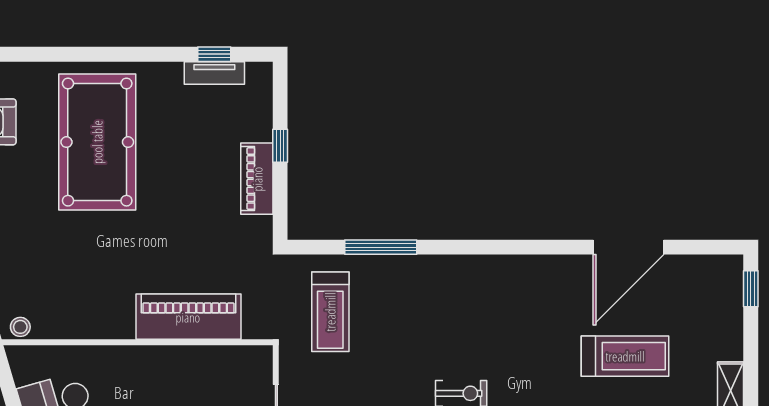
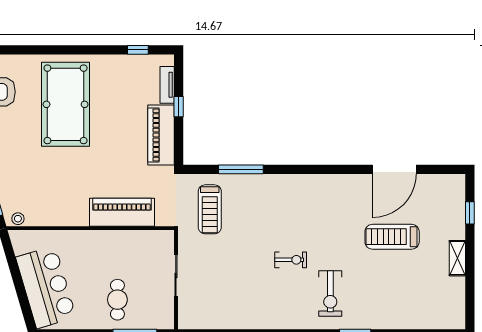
tv unit: (214, 73) -> (167, 85), moved, turned 90
piano: (257, 179) -> (161, 135), width x1.37, depth x1.33
window: (751, 289) -> (470, 213), moved
treadmill: (625, 356) -> (392, 237), turned 180

